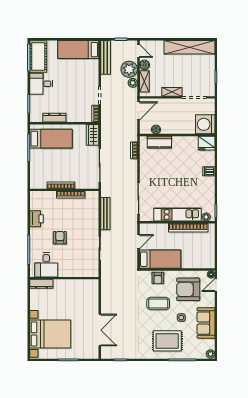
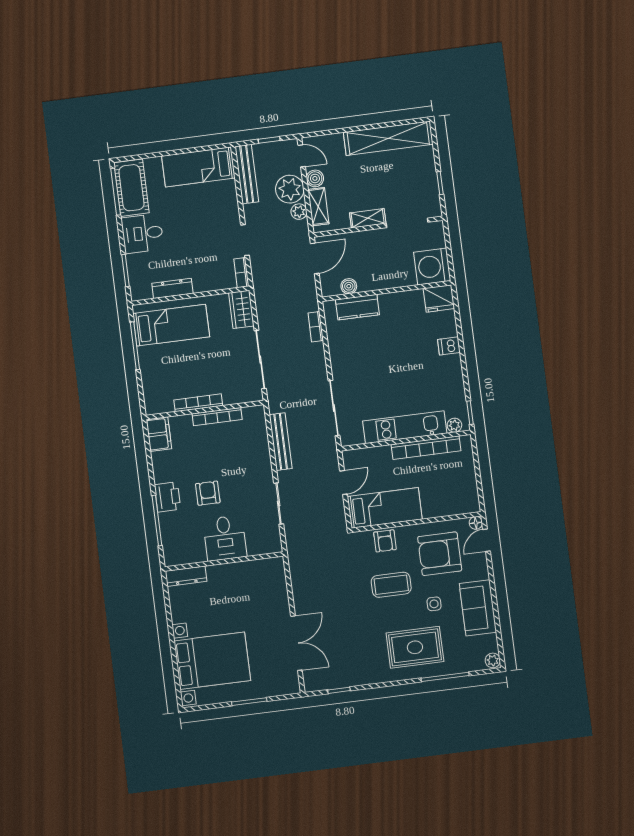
filing cabinet: (36, 200) -> (159, 434), added
printer: (36, 219) -> (167, 497), moved
desk: (46, 265) -> (225, 538), moved

